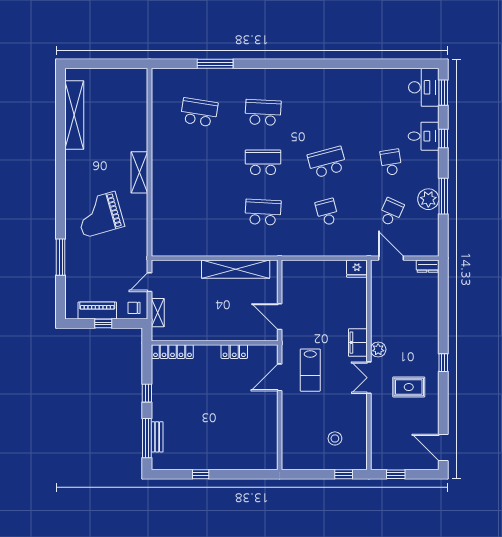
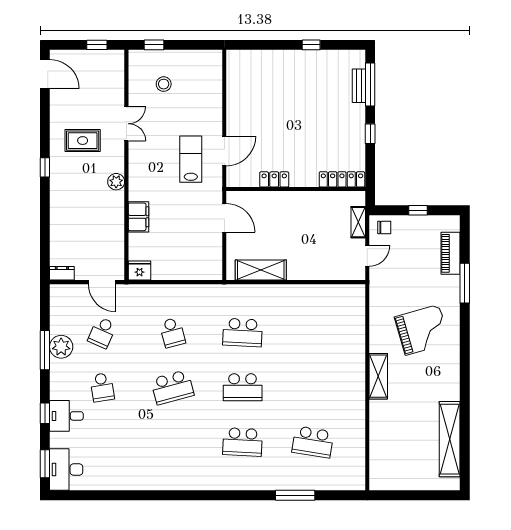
shelving: (236, 269) -> (261, 270), width x0.68
piano: (97, 311) -> (451, 253), moved, turned 90
filing cabinet: (358, 343) -> (138, 217), moved
double door: (369, 378) -> (126, 124), moved

